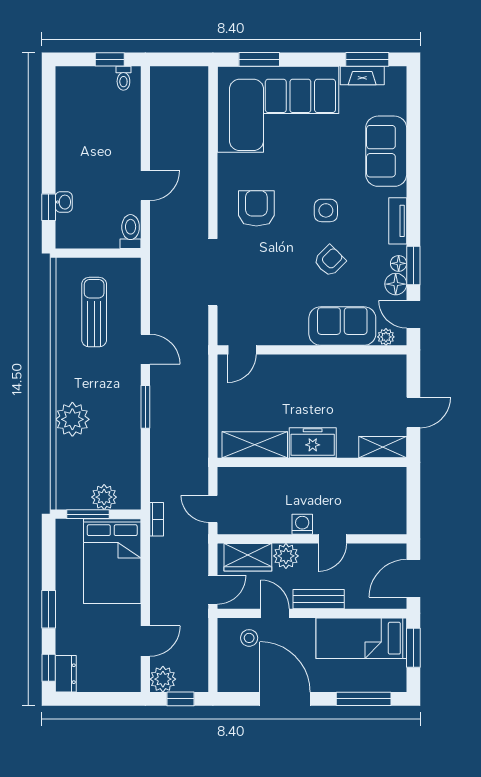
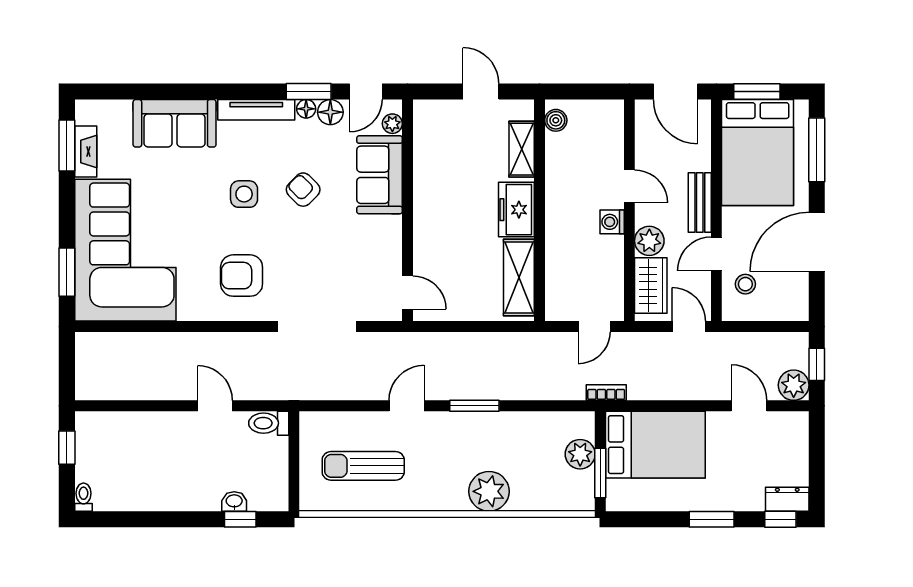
toilet: (123, 78) -> (83, 497), moved, turned -90
tv unit: (398, 221) -> (256, 110), width x1.41
shelving: (383, 447) -> (522, 149), moved
boiler: (389, 476) -> (556, 120), added
bed: (361, 638) -> (758, 153), width x1.50

